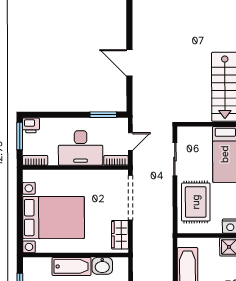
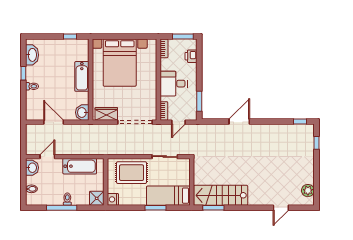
printer: (31, 125) -> (191, 56), moved
door: (130, 142) -> (178, 122), hinge flipped
desk: (81, 148) -> (174, 84), width x0.73
washbasin: (102, 266) -> (82, 112), moved

